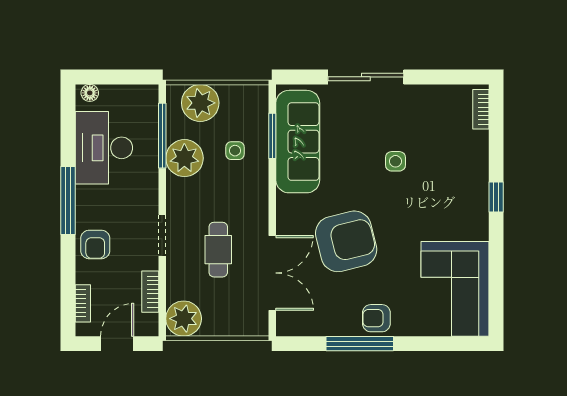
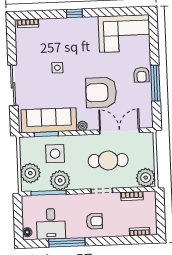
desk: (104, 148) -> (51, 224), width x0.73
side table: (235, 151) -> (55, 154), width x1.87, depth x1.87
window: (68, 200) -> (67, 242), moved
plant: (285, 204) -> (83, 126), added
armchair: (346, 241) -> (101, 92), turned -76
armchair: (95, 244) -> (94, 221), moved
cafe table: (218, 250) -> (108, 161), width x1.37, depth x1.35
door: (117, 344) -> (160, 212), removed

